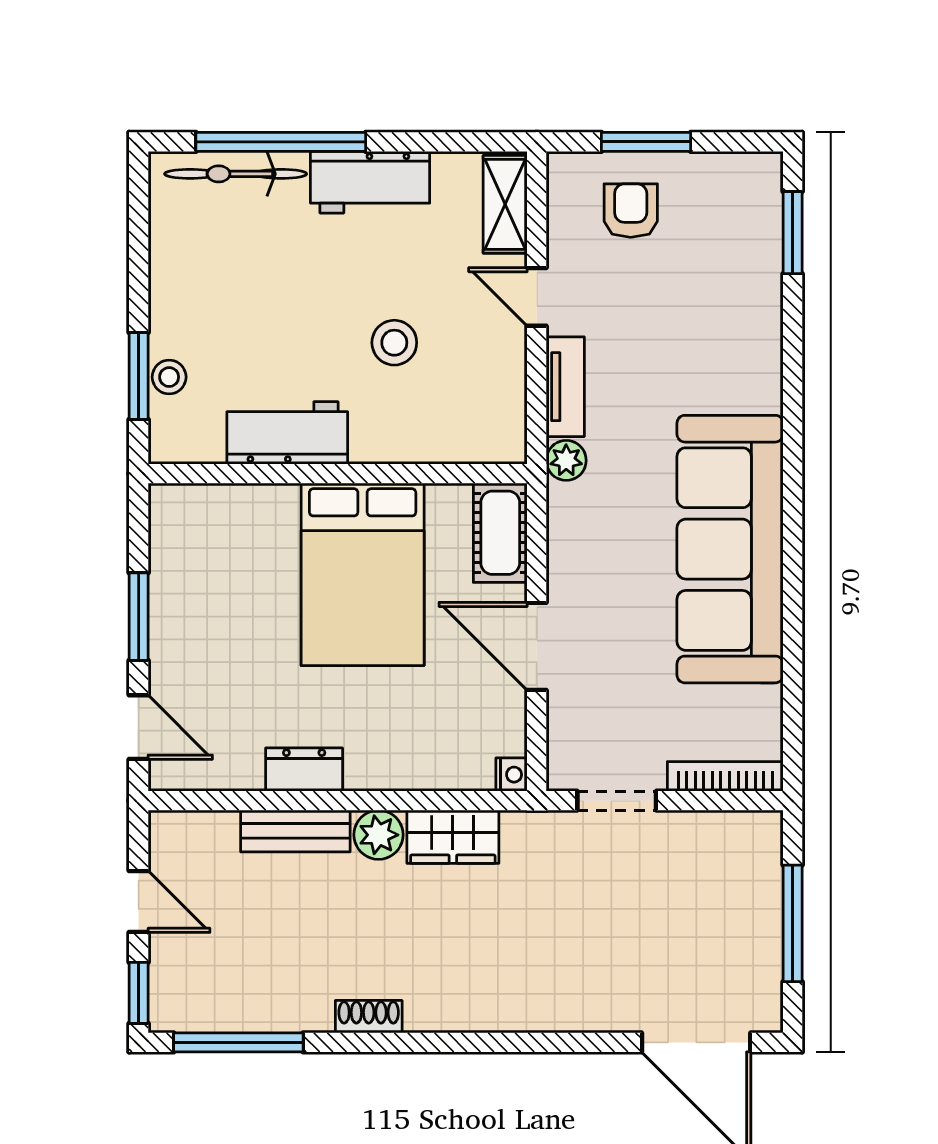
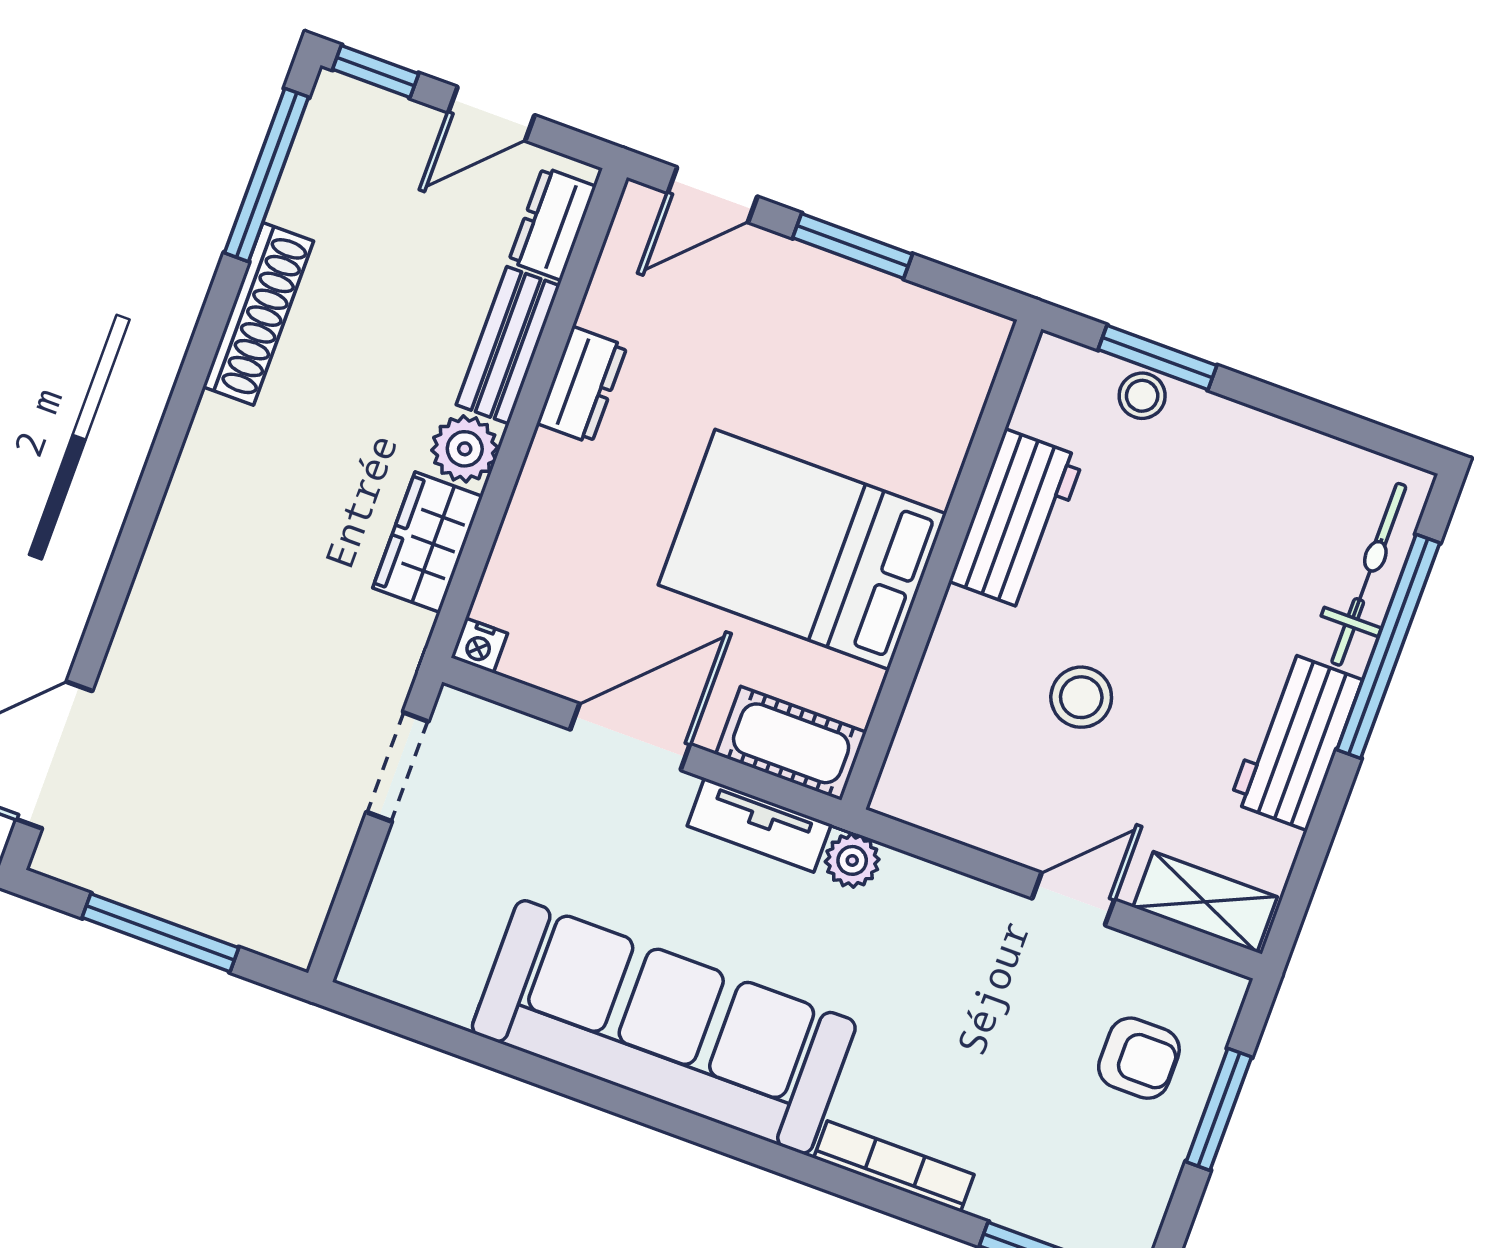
tv unit: (565, 387) -> (759, 825), moved
bookcase: (725, 776) -> (894, 1166), moved, turned -90
dresser: (200, 831) -> (552, 224), added
shoe rack: (369, 1017) -> (258, 314), width x1.94, depth x1.24

